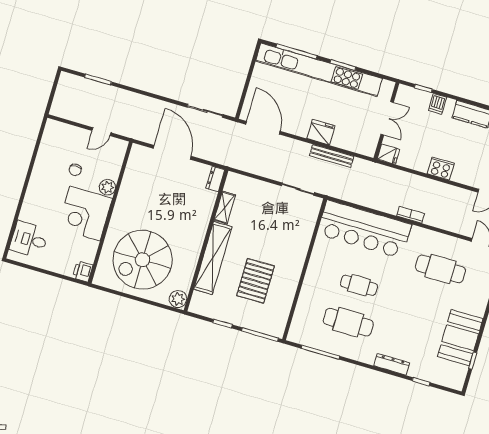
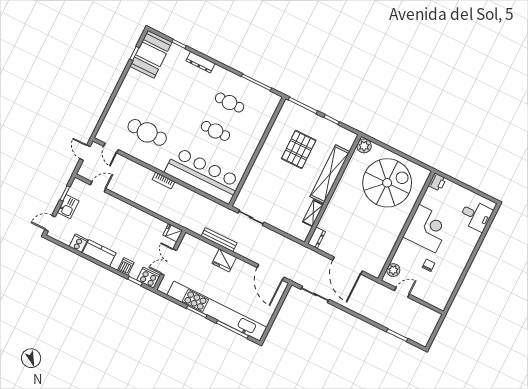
cooker: (441, 169) -> (148, 278), moved, turned 180
plant: (108, 187) -> (393, 270), moved
cafe table: (348, 322) -> (230, 103), width x0.73, depth x0.74
booth: (460, 338) -> (151, 54), moved

